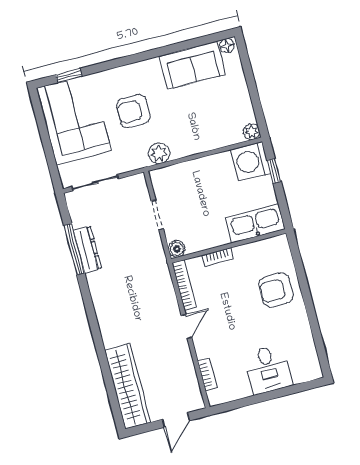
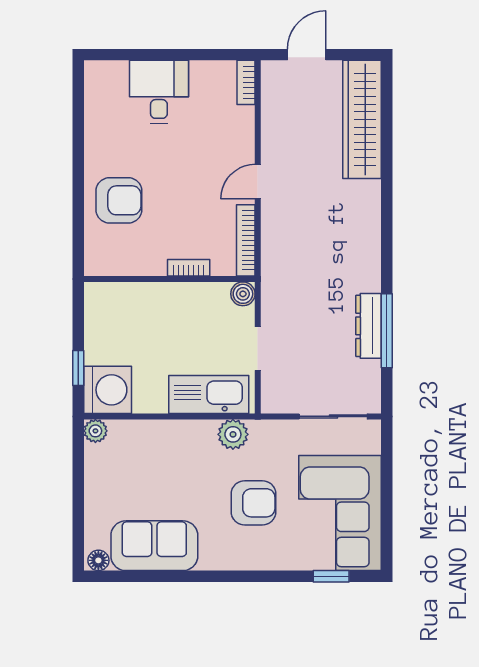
kitchen sink: (255, 223) -> (209, 395), moved, turned 180
bookcase: (207, 374) -> (246, 82), moved

